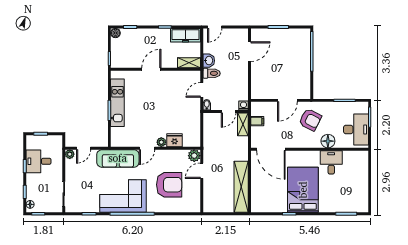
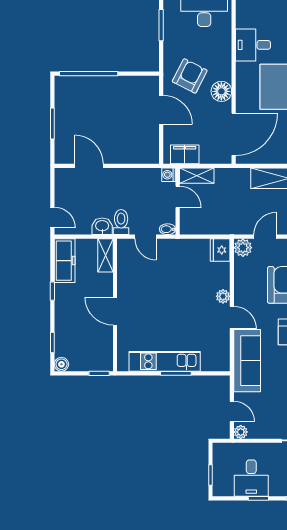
filing cabinet: (257, 121) -> (185, 154), width x2.00
fridge: (175, 140) -> (220, 250), moved
floor lamp: (328, 141) -> (221, 91), moved
door: (202, 171) -> (265, 237), swing flipped

